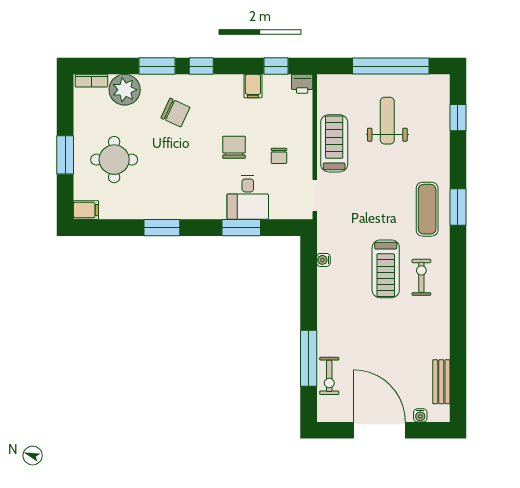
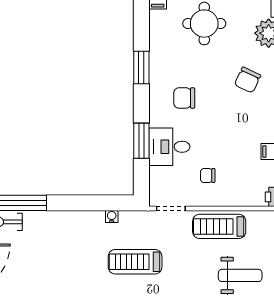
treadmill: (334, 143) -> (219, 226), turned 180
chair: (234, 147) -> (184, 98), moved, turned 180
treadmill: (386, 269) -> (135, 262), moved

